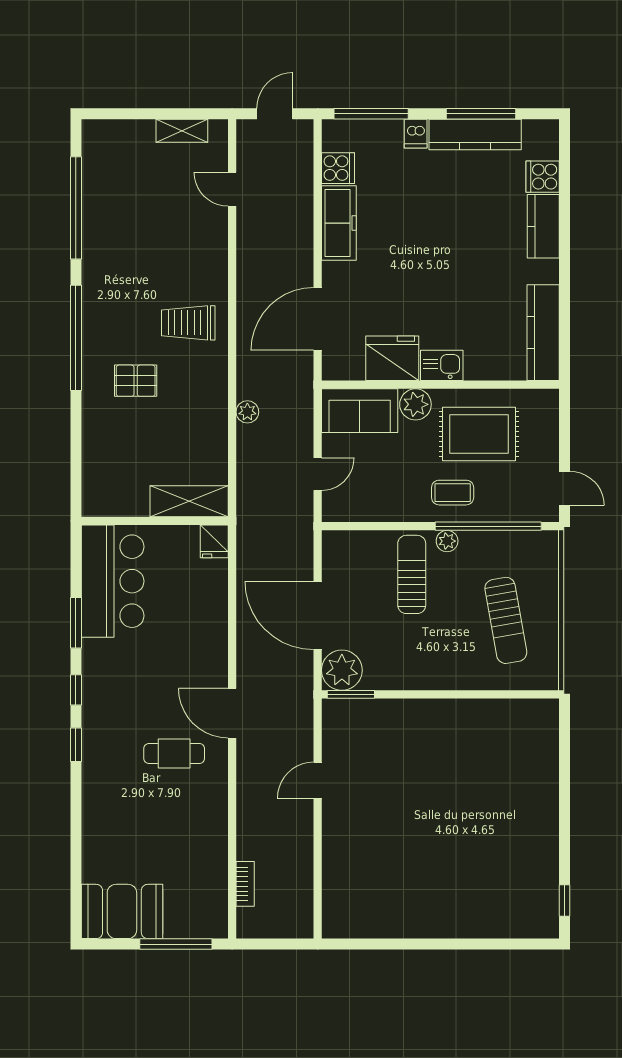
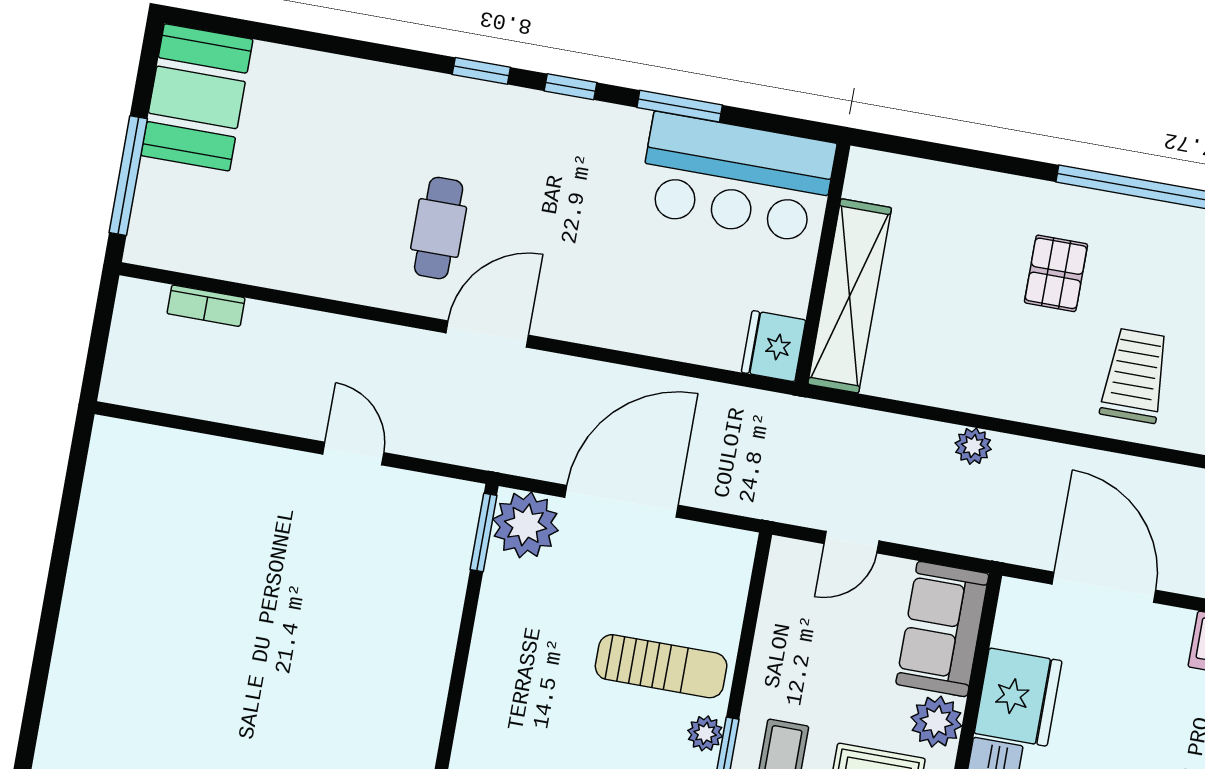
door: (318, 474) -> (851, 542), hinge flipped
shelving: (189, 501) -> (850, 296), width x1.47
fridge: (214, 541) -> (774, 346), width x1.38

